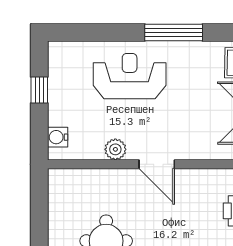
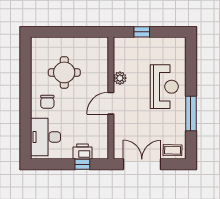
window: (39, 90) -> (142, 32), moved
water cooler: (58, 137) -> (127, 43), removed

